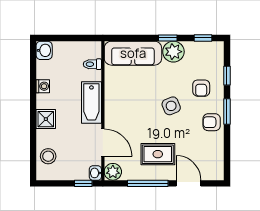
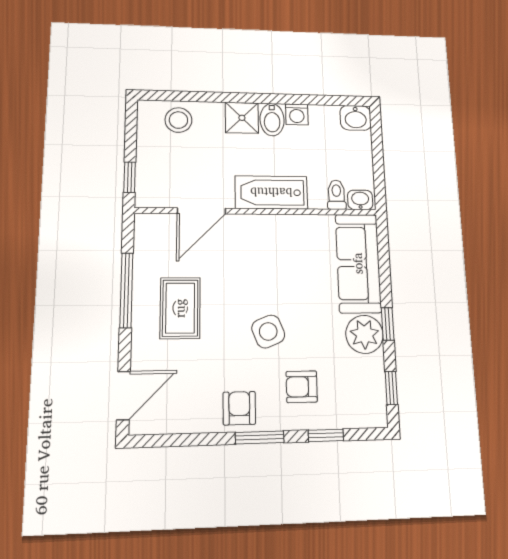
bidet: (46, 101) -> (272, 120), added
plant: (113, 172) -> (149, 228), removed
washbasin: (95, 173) -> (360, 200), moved
door: (189, 183) -> (123, 396), moved

